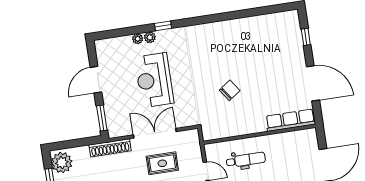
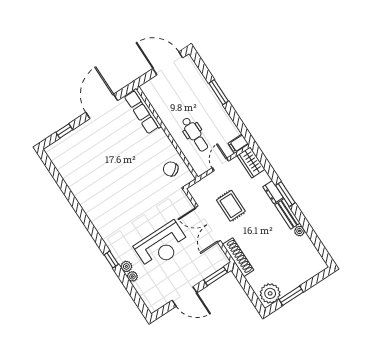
chair: (230, 90) -> (171, 169), moved
dental chair: (246, 160) -> (195, 134), turned 180

